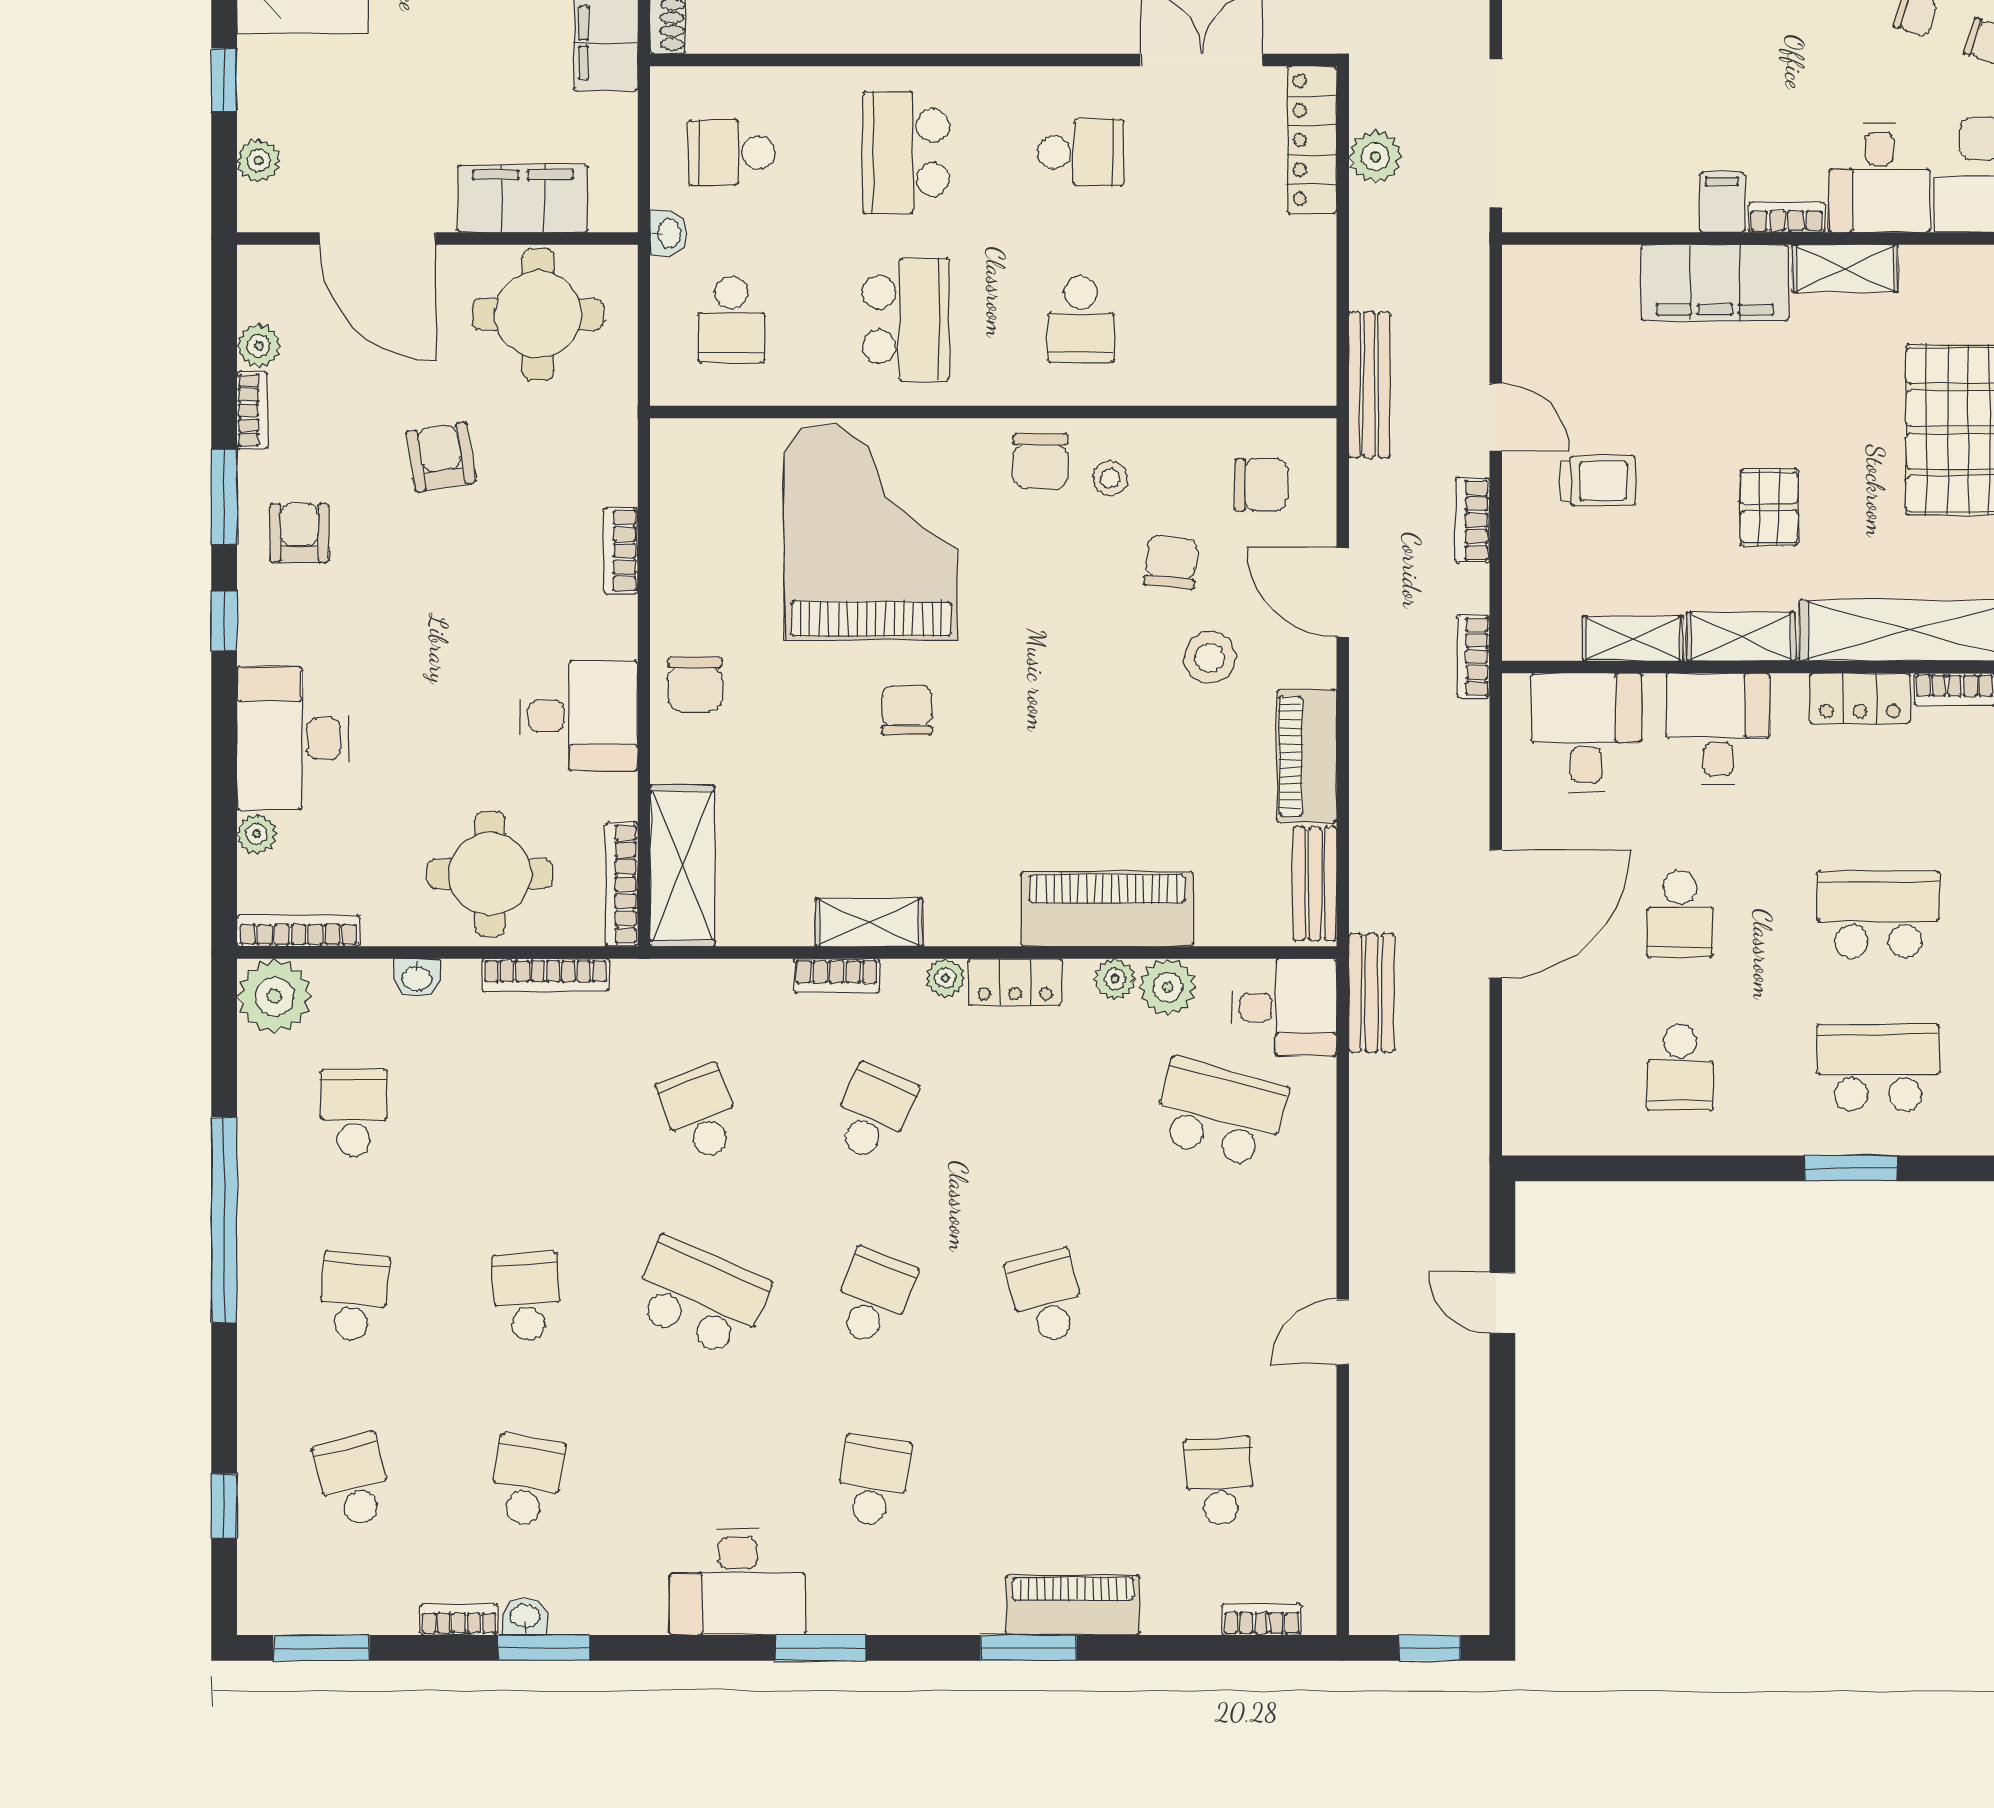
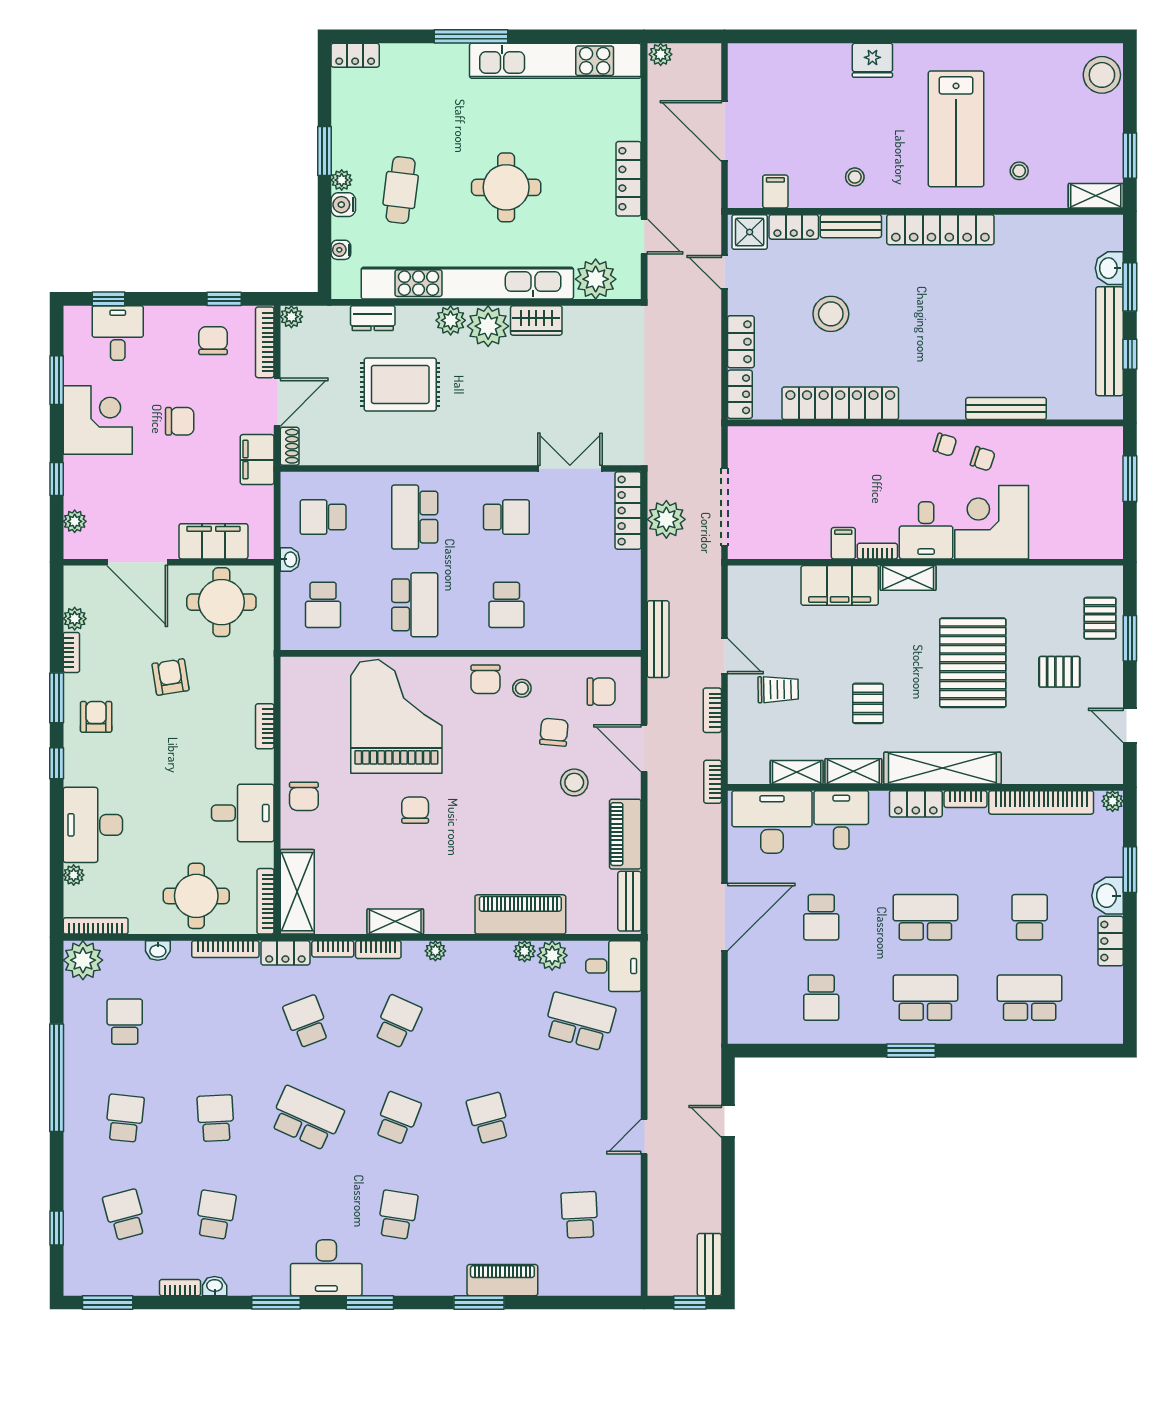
plant: (1375, 157) -> (666, 519), width x1.36, depth x1.36
desk: (1586, 733) -> (772, 822), width x1.37
locker: (1015, 982) -> (285, 953), moved
bench: (1371, 993) -> (709, 1265), moved
bookcase: (1261, 1619) -> (333, 949), moved, turned 180
window: (544, 1648) -> (276, 1303), moved

